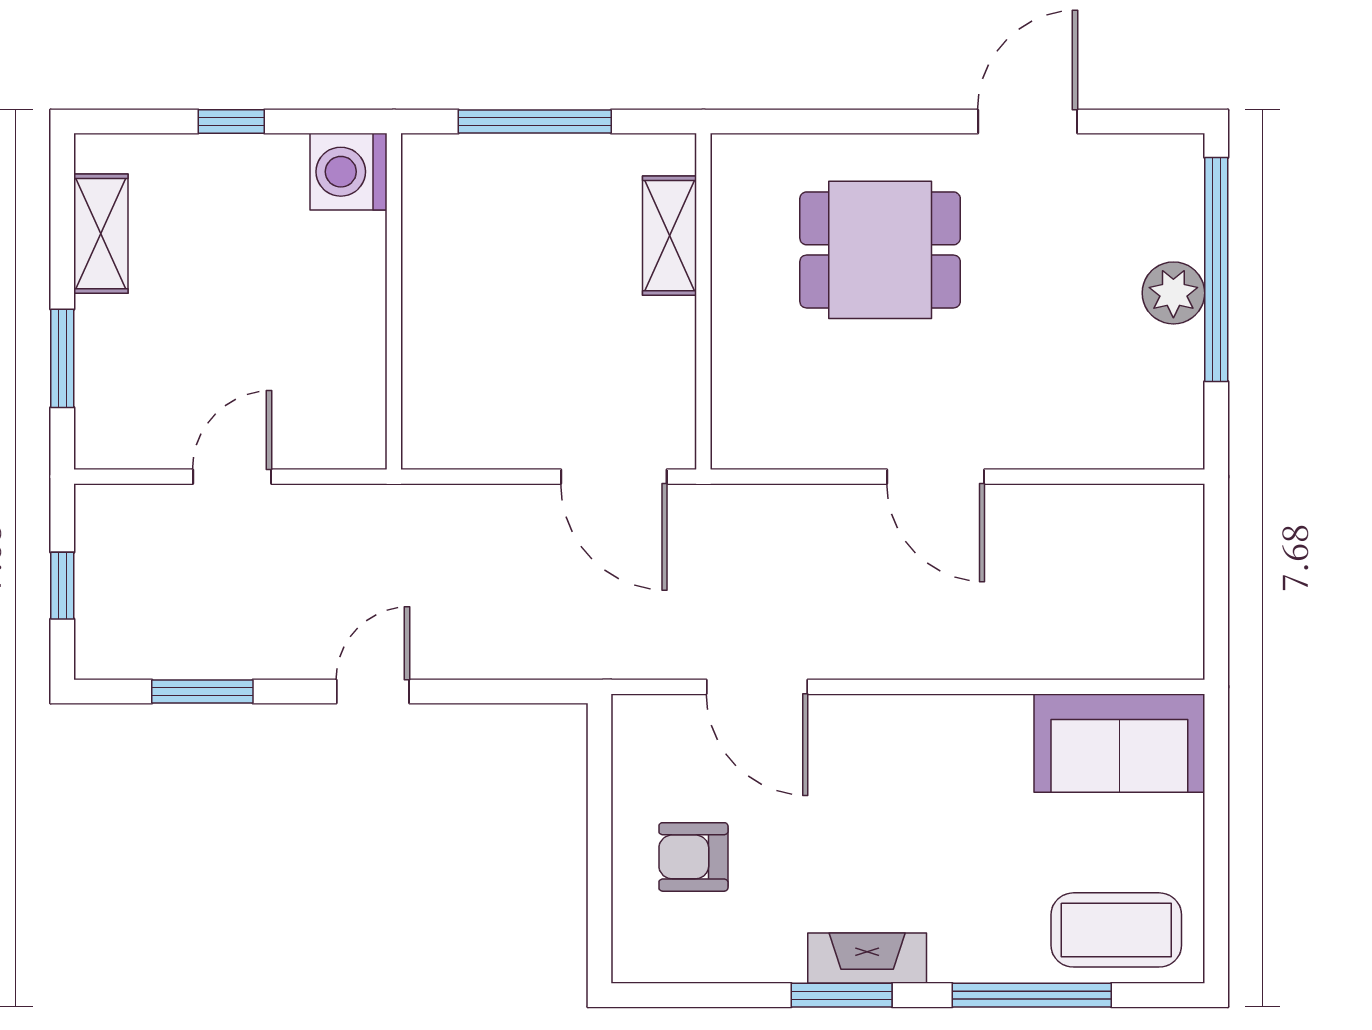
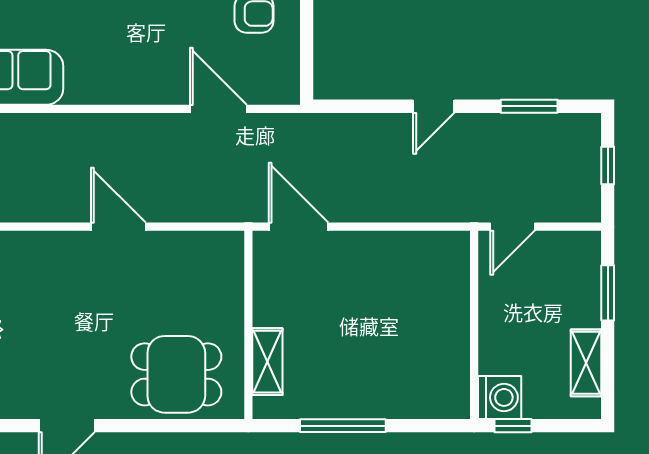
washing machine: (348, 172) -> (500, 397), moved
dining table: (880, 250) -> (176, 374), moved
wall: (394, 301) -> (474, 325), moved

